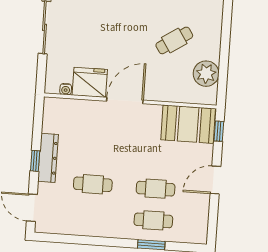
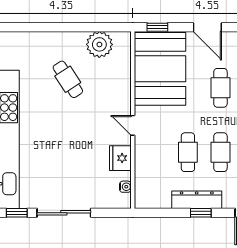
fridge: (90, 82) -> (120, 158), width x0.73, depth x0.75
door: (125, 101) -> (133, 125), width x0.53
booth: (188, 124) -> (160, 69), width x1.36, depth x1.42
cafe table: (95, 152) -> (188, 152), added

